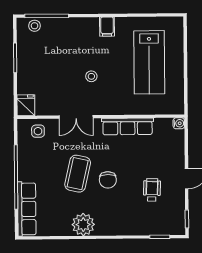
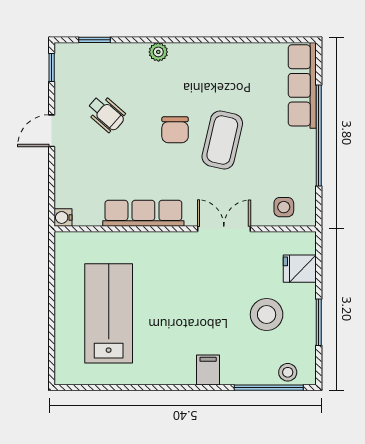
filing cabinet: (107, 27) -> (208, 370), moved
stool: (91, 76) -> (267, 315), moved, width x1.89, depth x1.89
fridge: (26, 105) -> (300, 269), moved, turned 90
chair: (108, 180) -> (175, 130), turned 180
wheelchair: (152, 190) -> (106, 114), turned -51
plant: (83, 225) -> (158, 52), moved, width x0.53, depth x0.53

